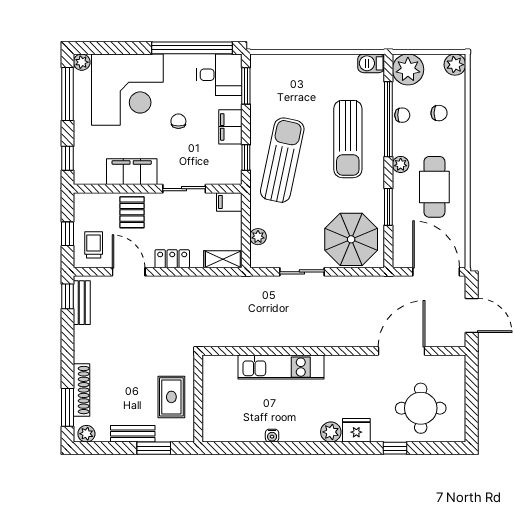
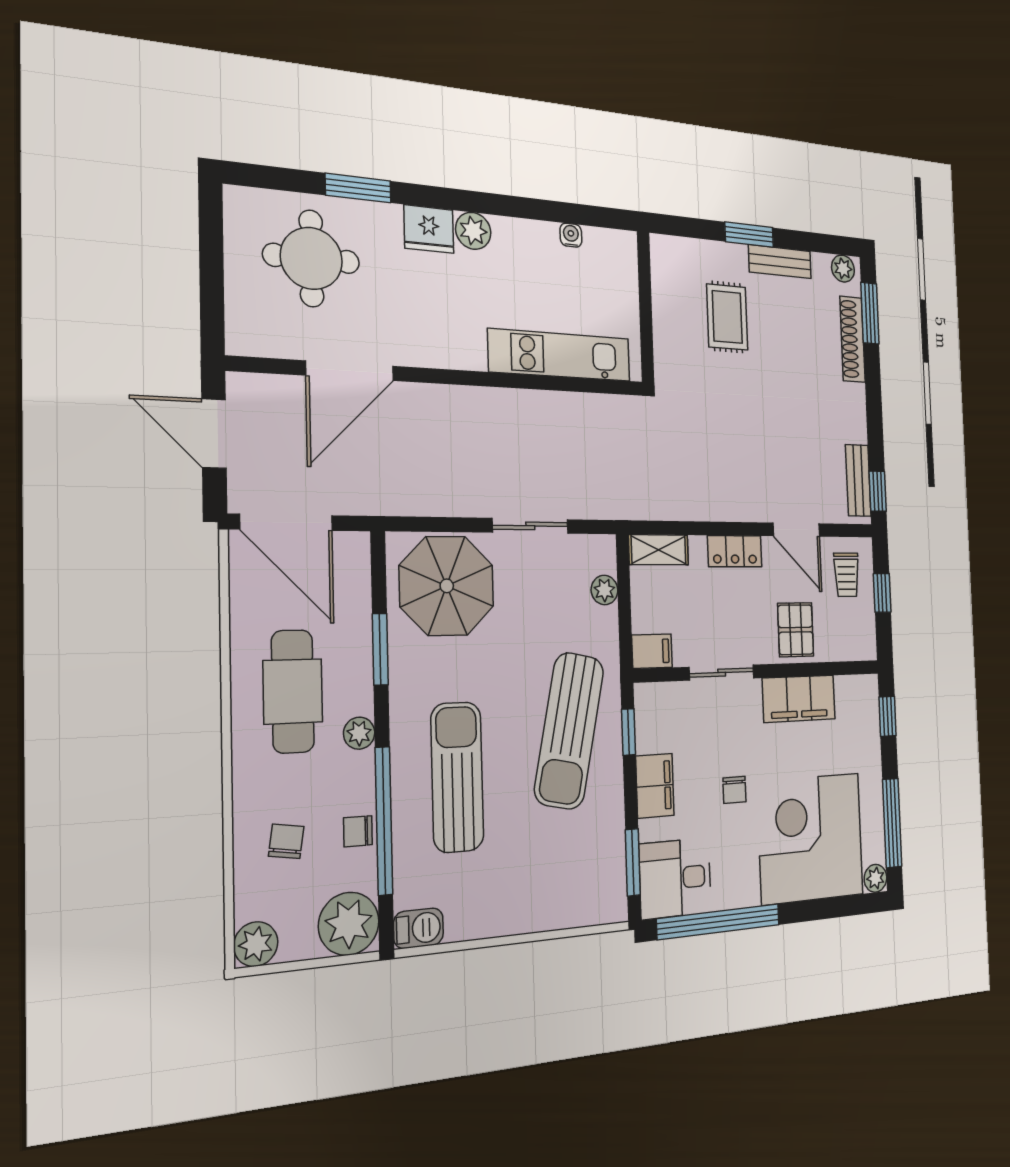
chair: (439, 113) -> (286, 841), turned 99
wall: (198, 399) -> (645, 307), moved
window: (395, 448) -> (358, 188), width x1.50

